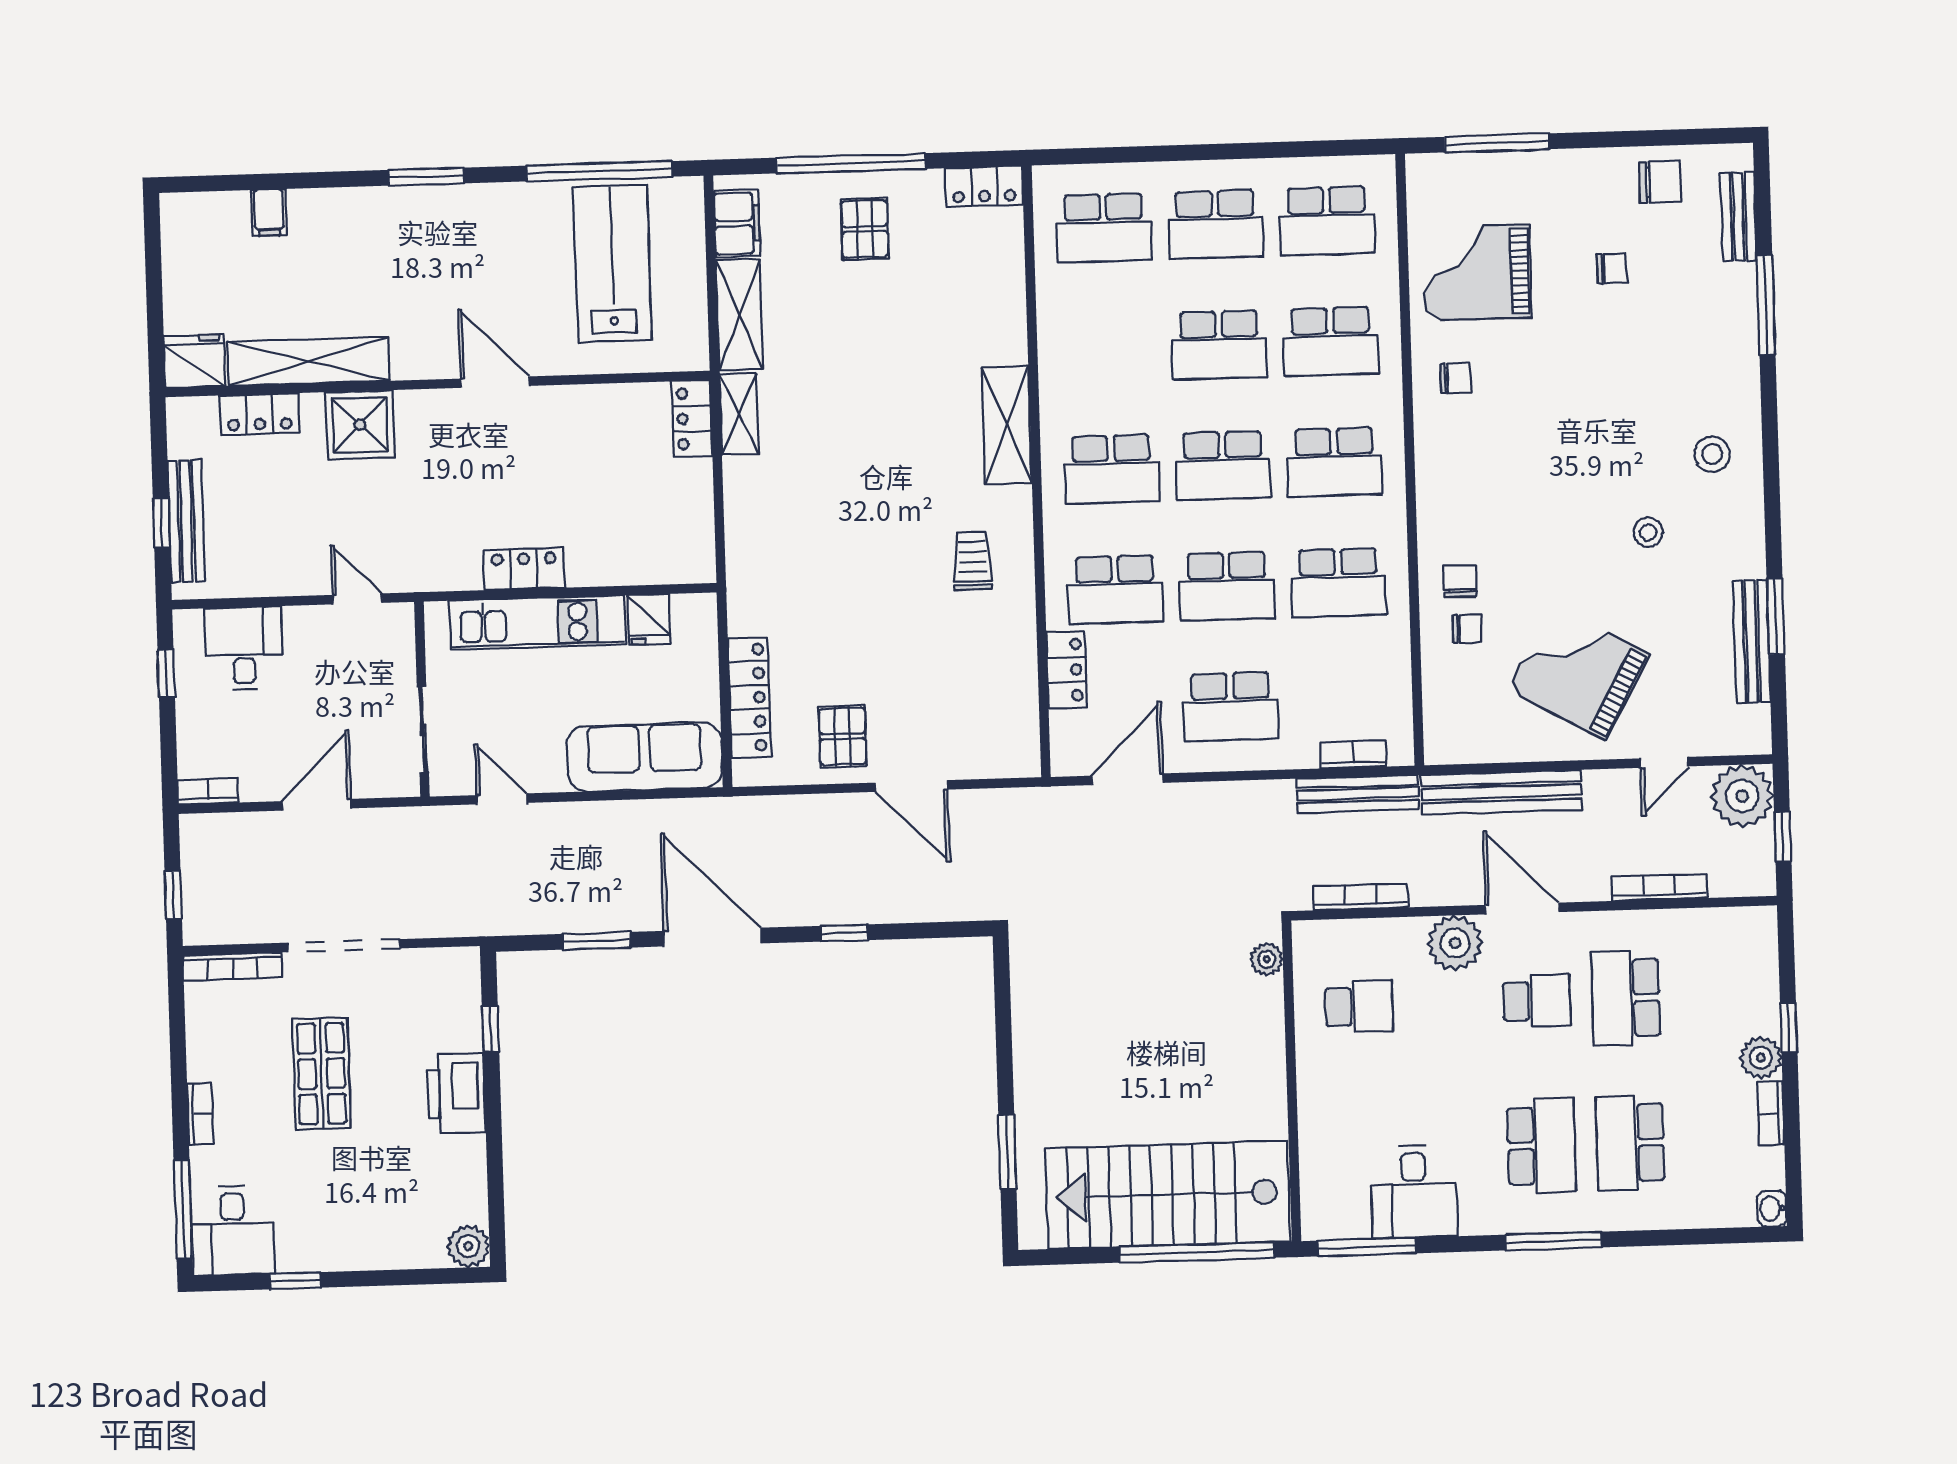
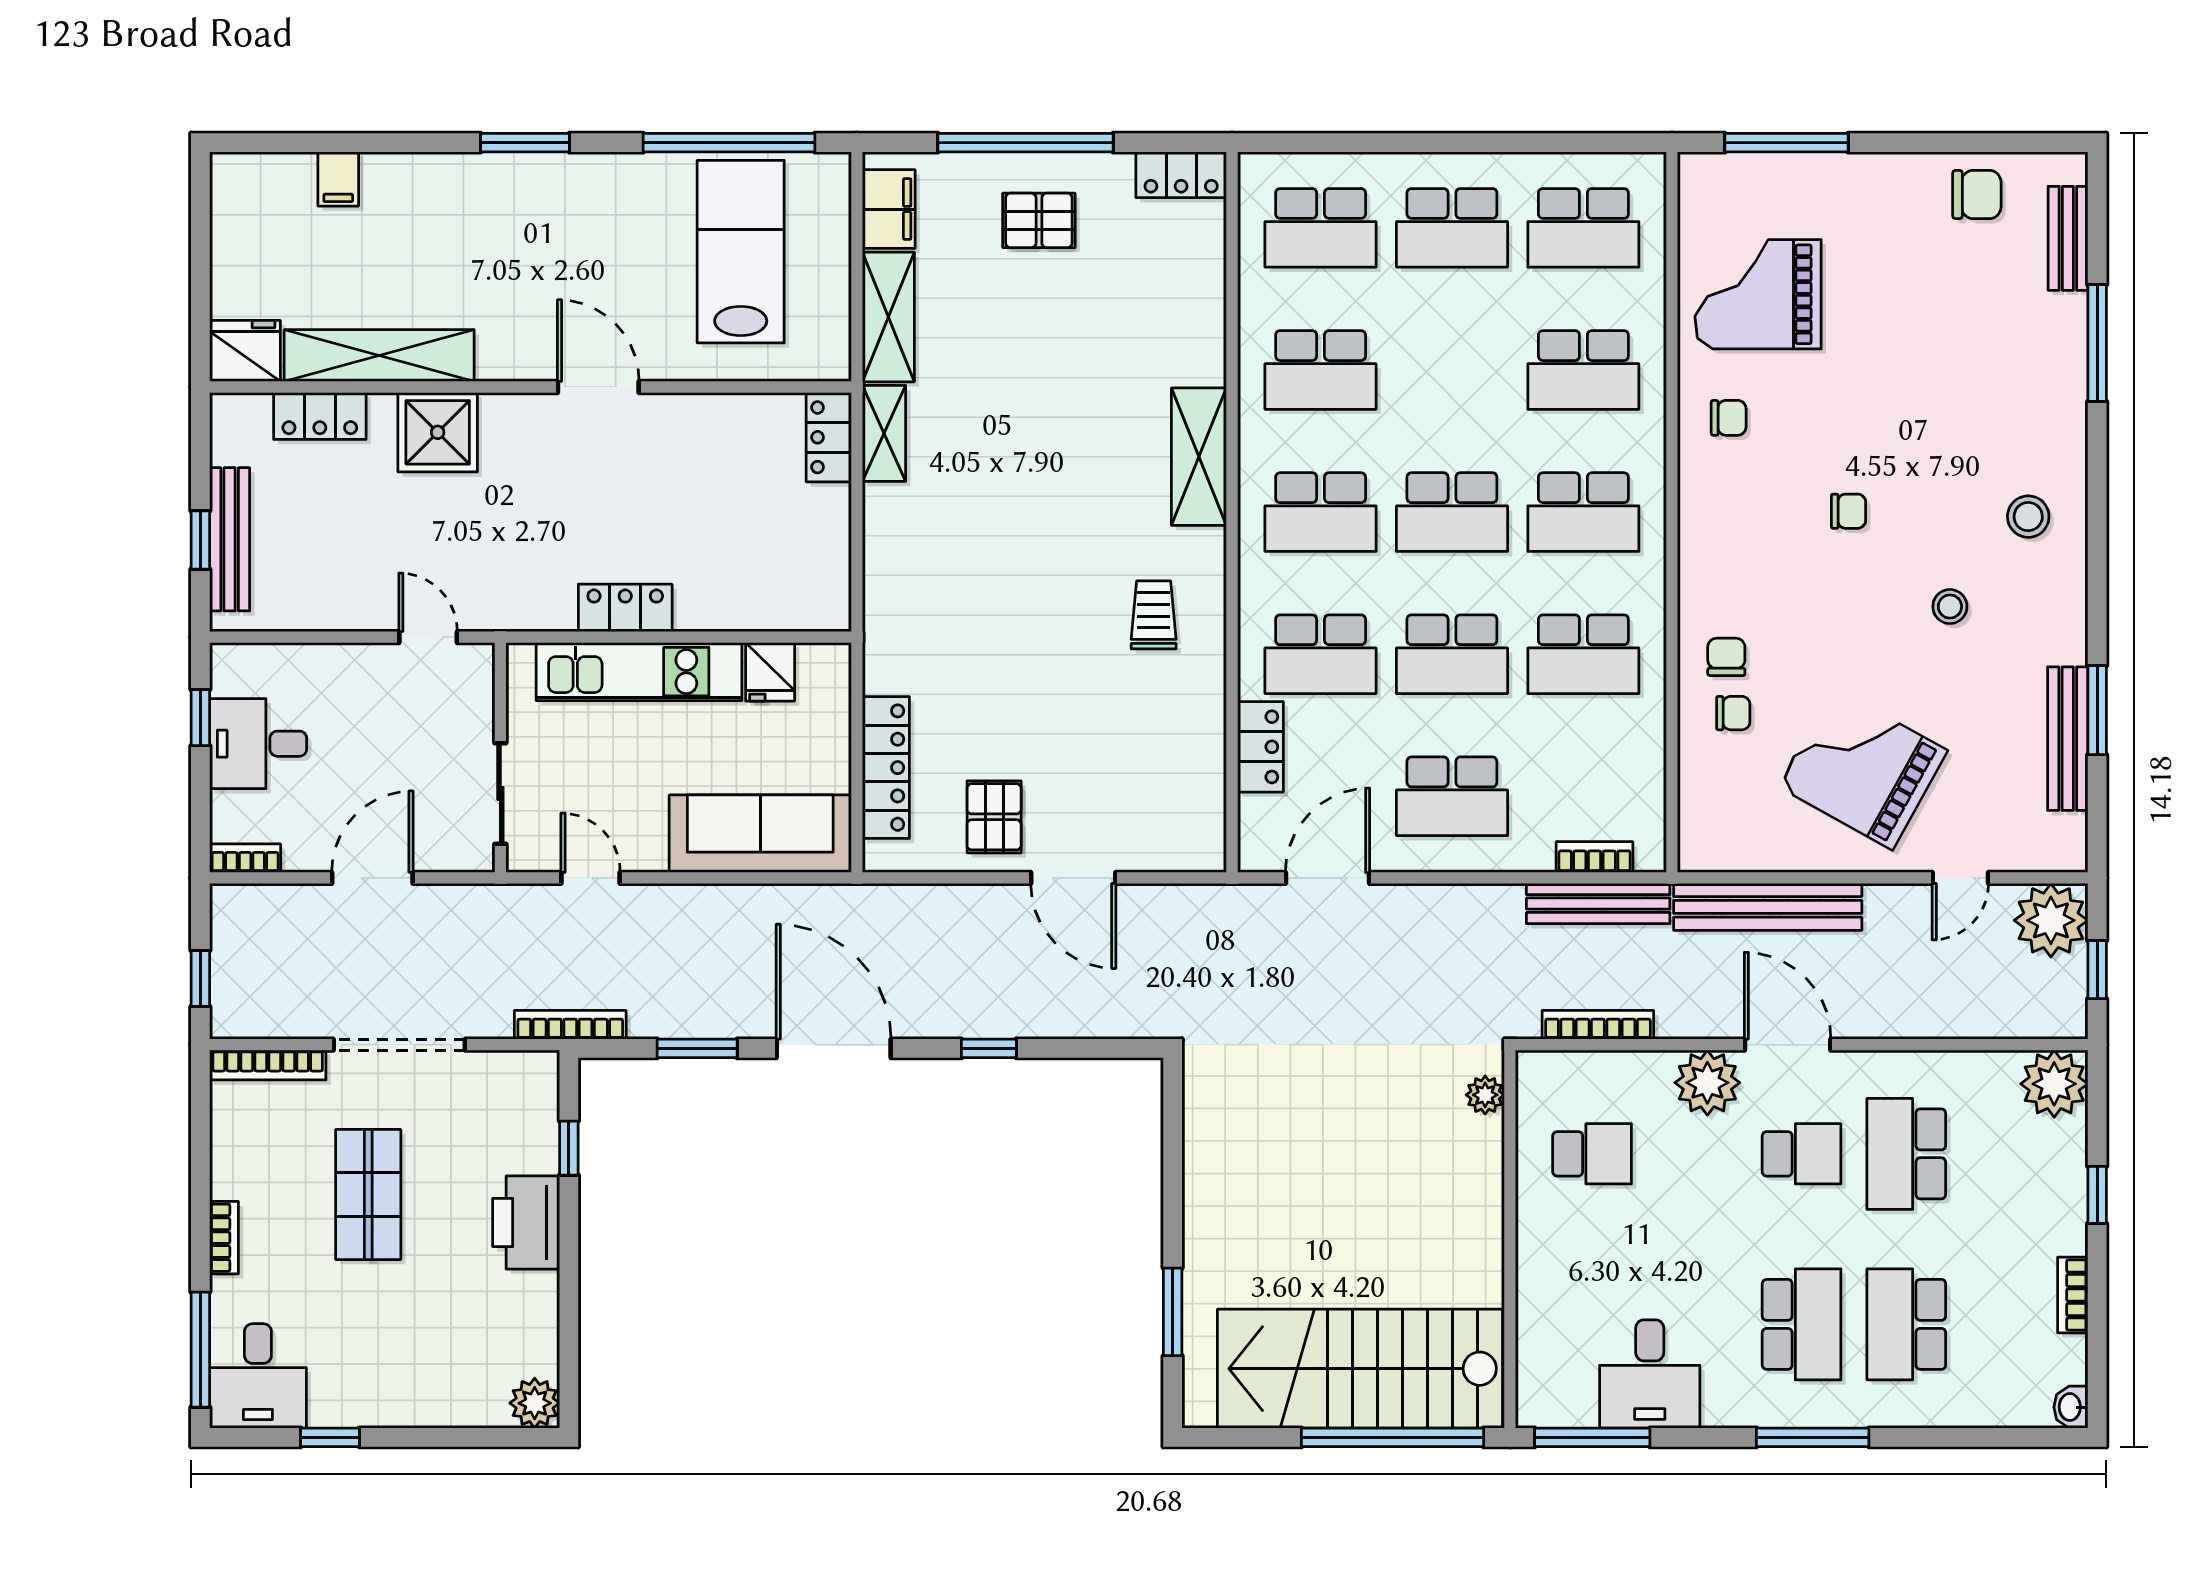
pallet: (865, 229) -> (1039, 220), turned 90
chair: (1612, 268) -> (1849, 511), moved
school desk: (1219, 345) -> (1321, 370), moved
desk: (244, 649) -> (258, 744), moved, turned -90
bookcase: (1659, 887) -> (570, 1025), moved
plant: (1761, 1058) -> (2054, 1084), moved, width x1.36, depth x1.36

